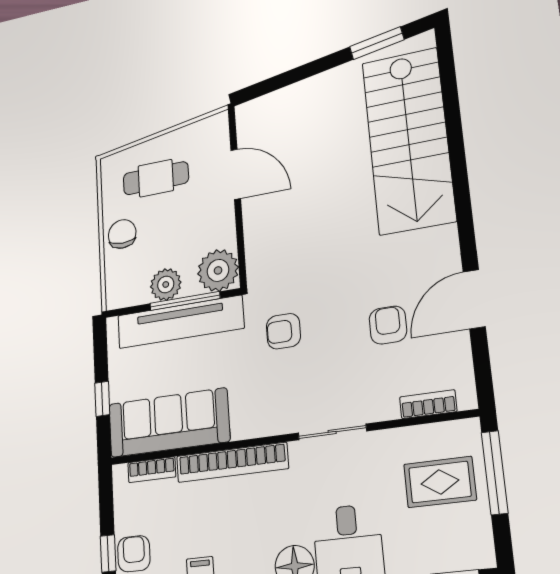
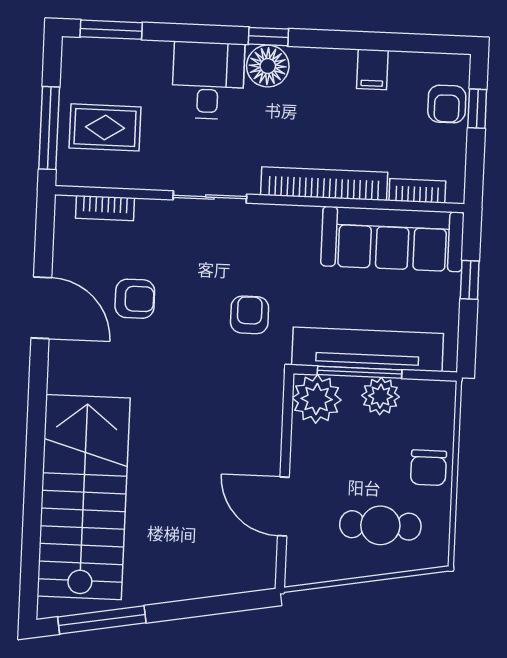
window: (377, 43) -> (102, 620), width x1.44
door: (474, 299) -> (41, 308), hinge flipped
armchair: (388, 325) -> (135, 299), turned -90
armchair: (283, 331) -> (250, 315), turned -90

